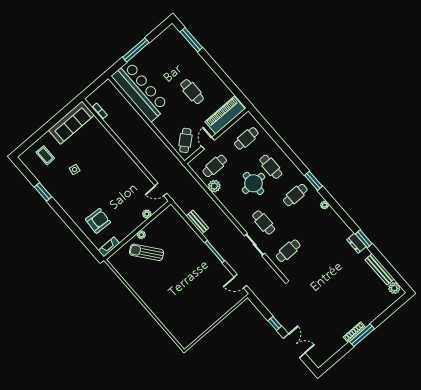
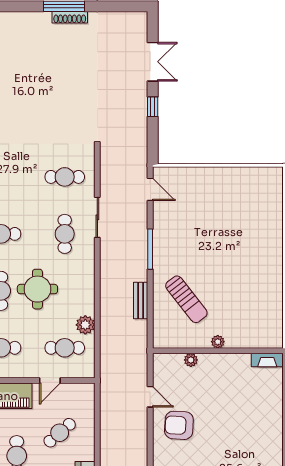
cafe table: (185, 140) -> (60, 433), moved
door: (161, 189) -> (150, 397), moved
armchair: (98, 221) -> (179, 425), moved
sun lounger: (146, 252) -> (186, 299), moved
double door: (294, 346) -> (153, 62), swing flipped

